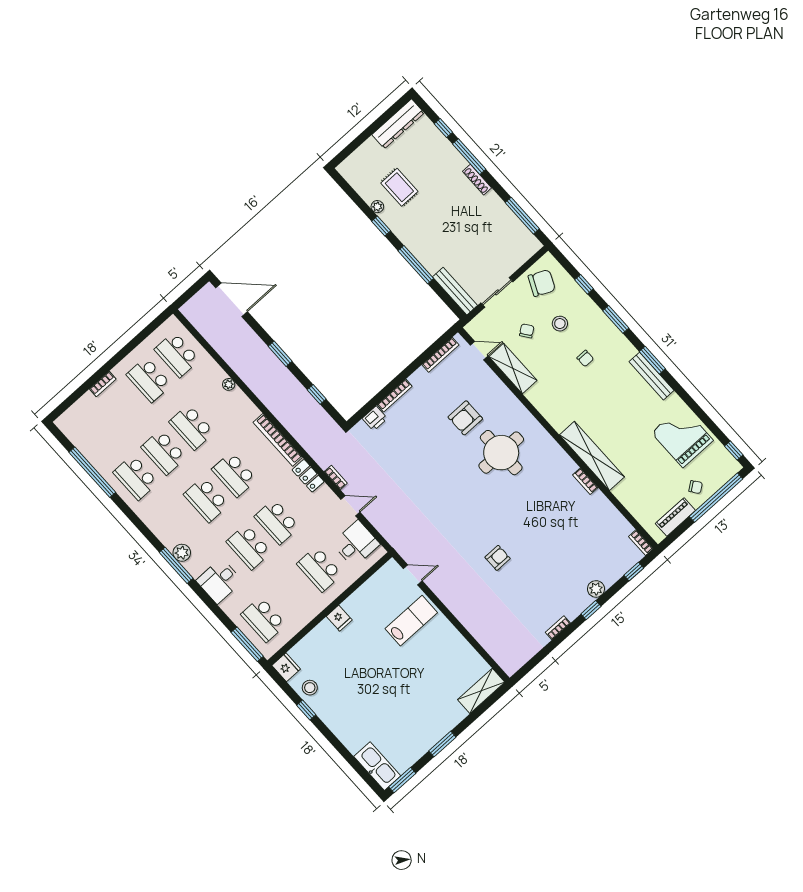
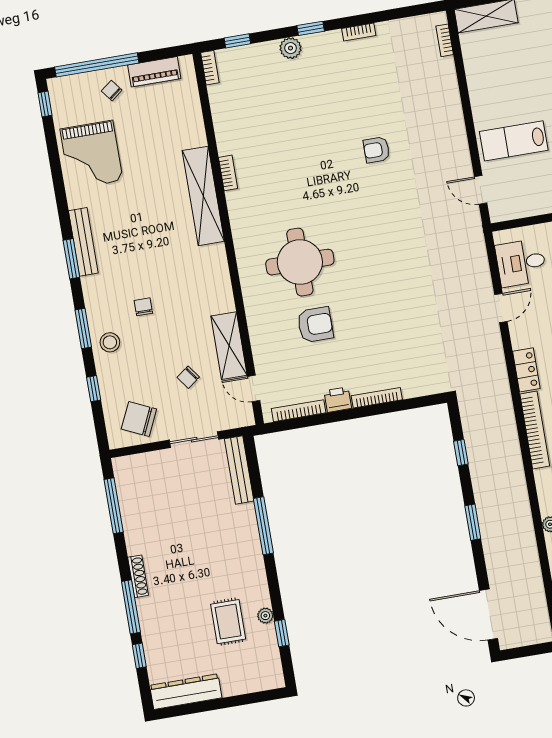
window: (381, 226) -> (282, 633), moved
stool: (560, 324) -> (110, 342), moved
printer: (375, 418) -> (338, 400), moved
bookcase: (336, 477) -> (445, 40), moved
door: (350, 506) -> (501, 308), swing flipped

